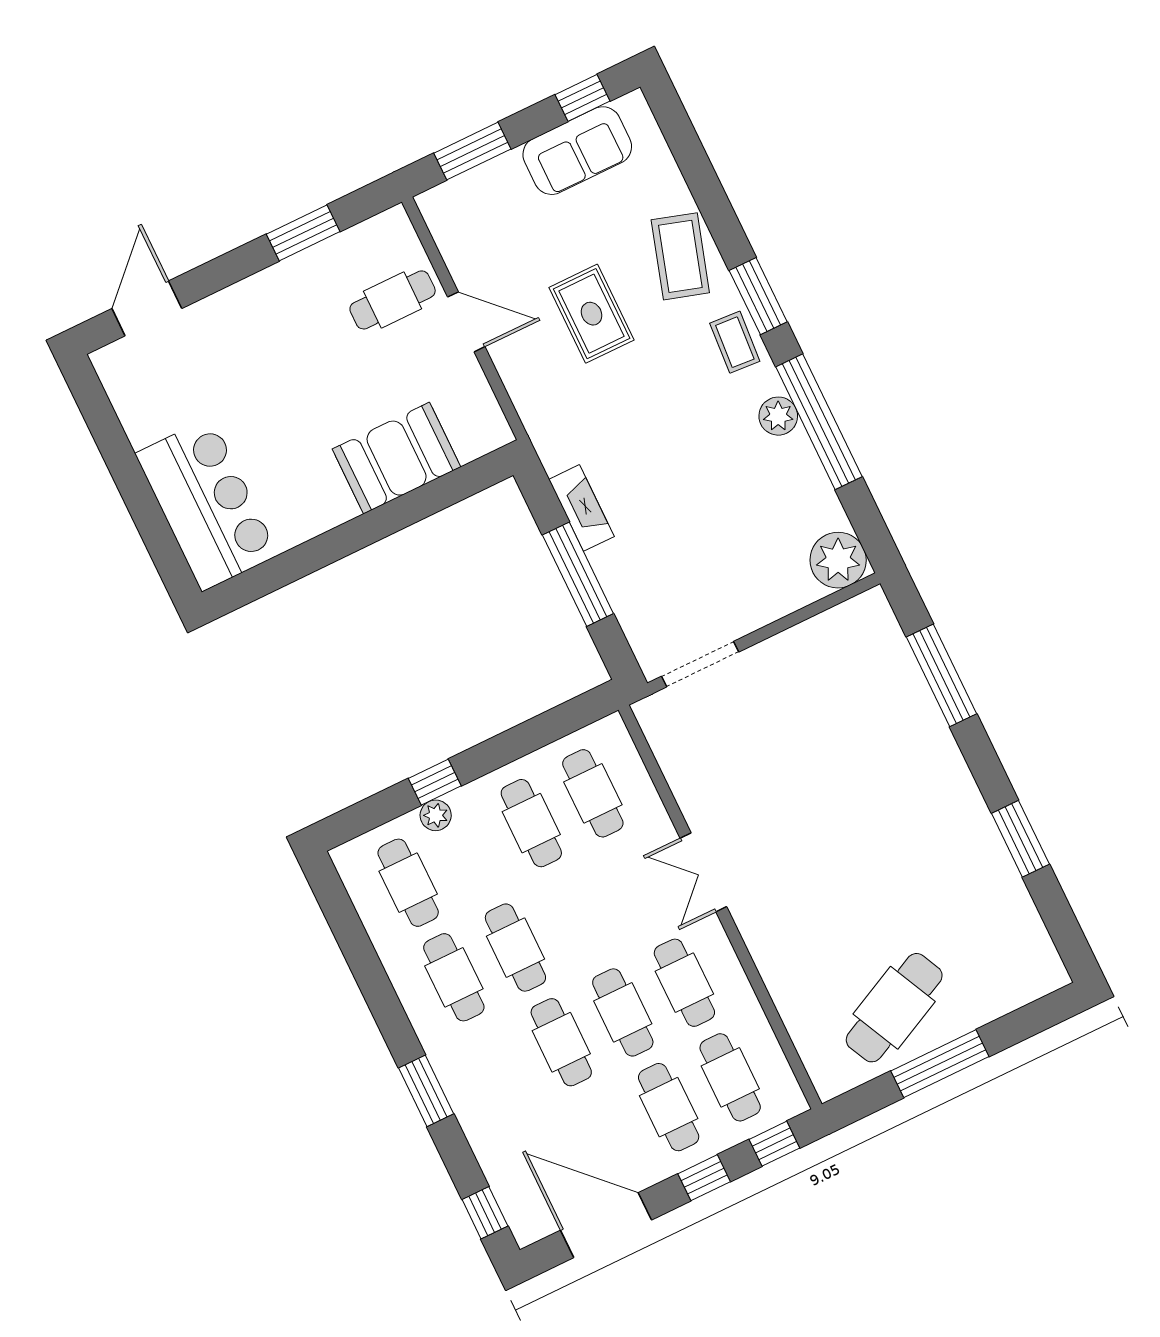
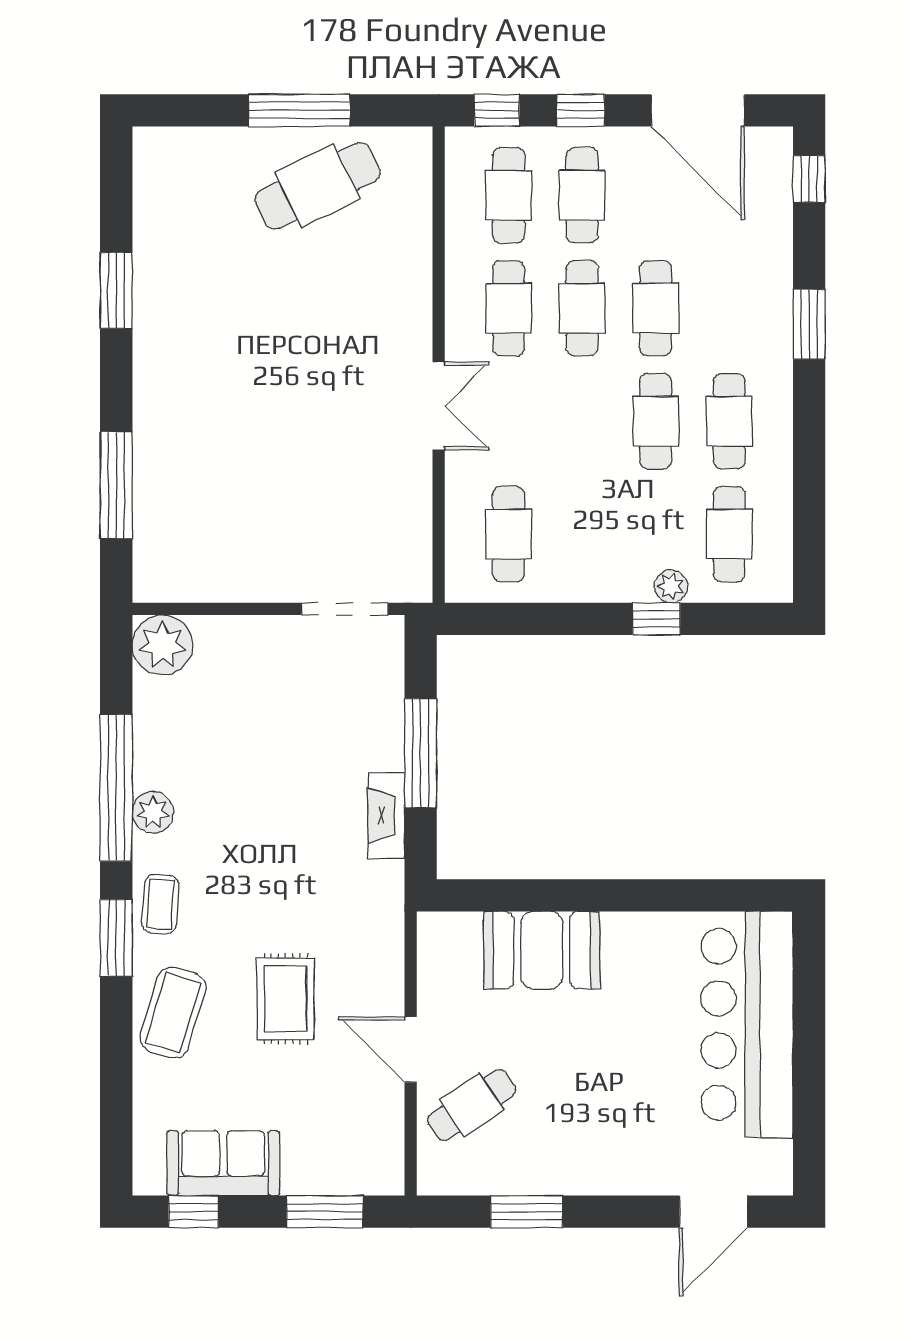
cafe table: (393, 300) -> (472, 1105), turned -34
bar counter: (207, 504) -> (747, 1024), width x1.36
cafe table: (531, 823) -> (582, 534), removed

